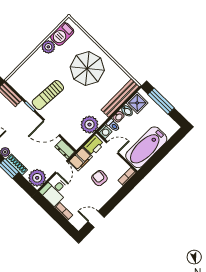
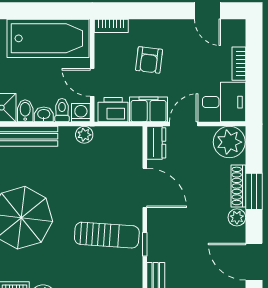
plant: (89, 125) -> (84, 135), width x0.53, depth x0.53

